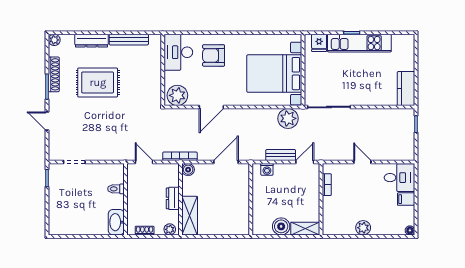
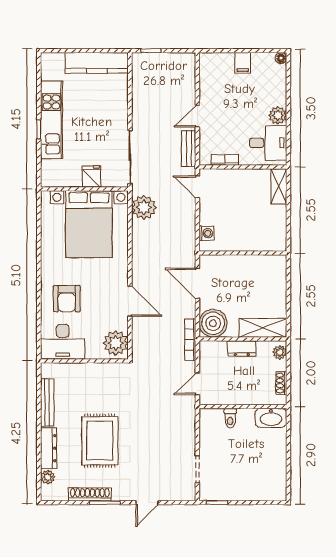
plant: (54, 40) -> (48, 477), moved
fridge: (319, 43) -> (91, 177), moved, turned -90
kitchen counter: (406, 89) -> (97, 63), width x1.50
bench: (281, 155) -> (189, 149), moved
boiler: (188, 170) -> (213, 323), width x1.86, depth x1.86
desk: (399, 178) -> (268, 143), moved, turned 90
boiler: (281, 226) -> (276, 216), removed

